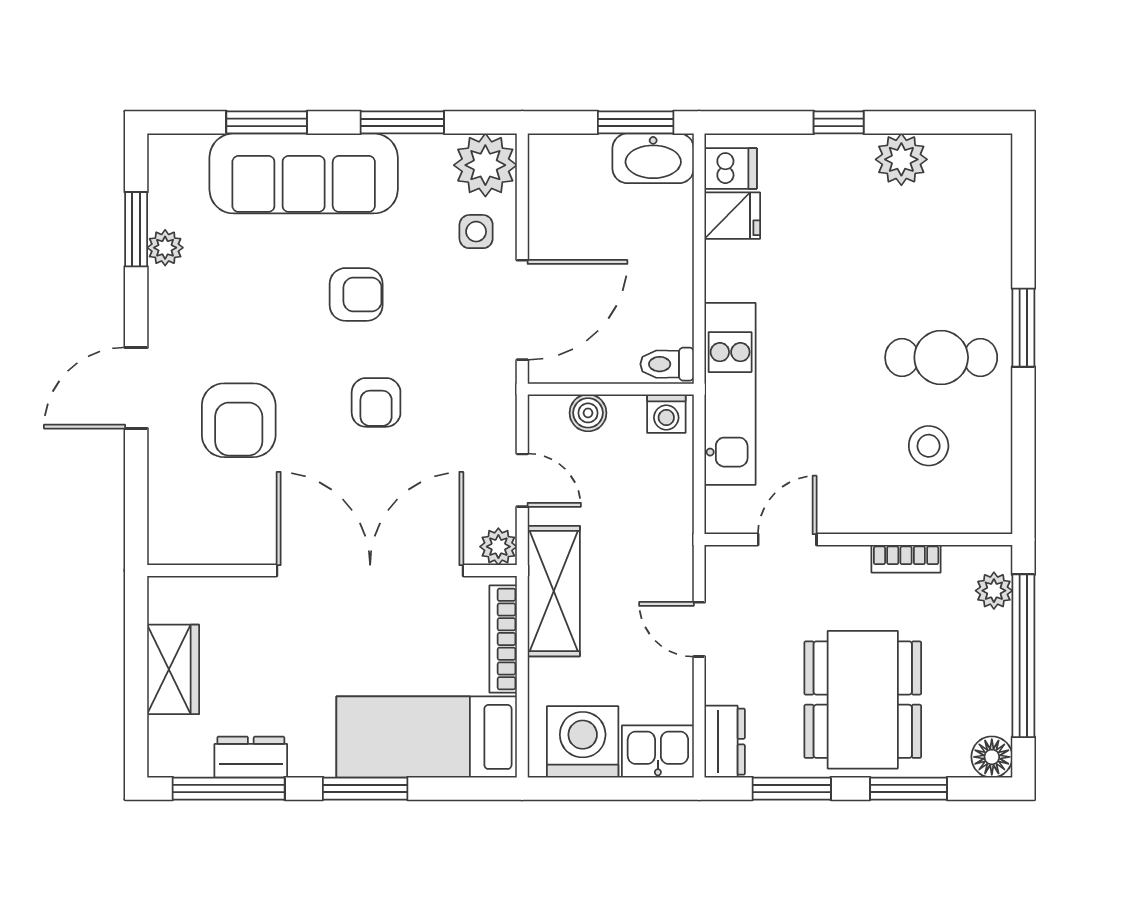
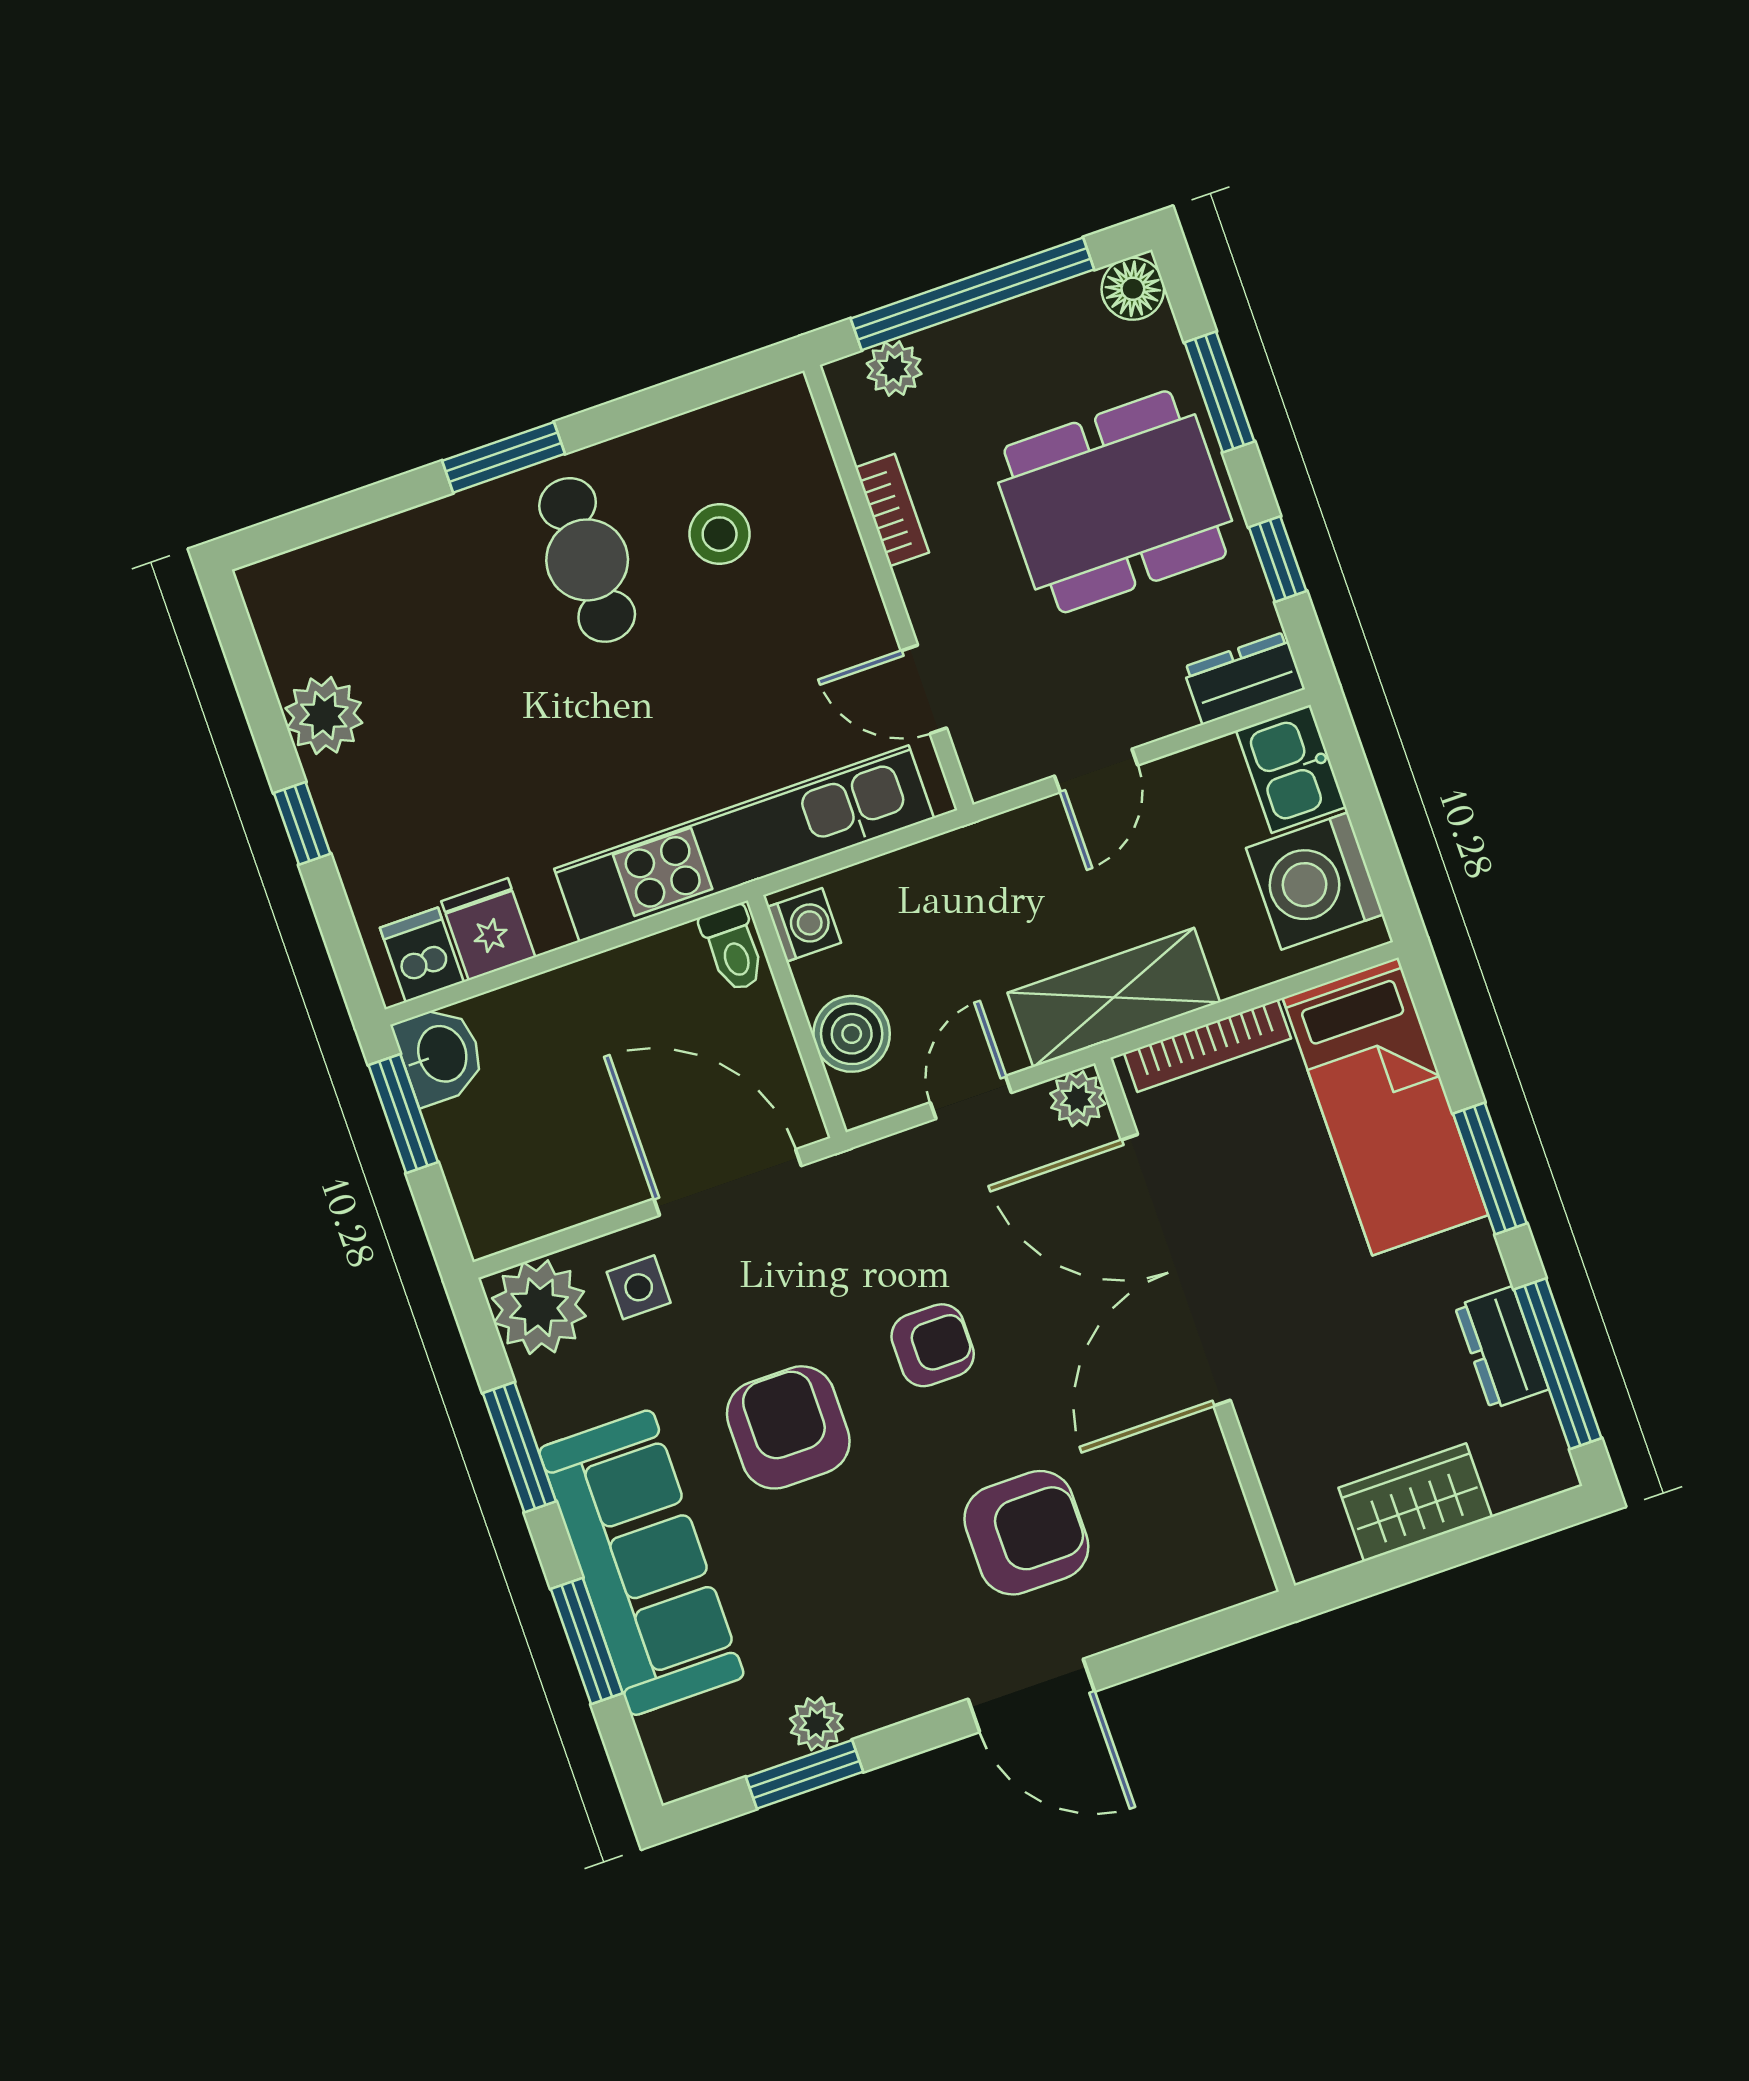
washbasin: (653, 158) -> (440, 1055), width x0.72
armchair: (356, 294) -> (788, 1427), width x1.38, depth x1.38
kitchen unit: (730, 394) -> (744, 843), width x1.36
boiler: (588, 413) -> (852, 1034), width x1.36, depth x1.36
window: (792, 789) -> (1278, 559), width x0.67

